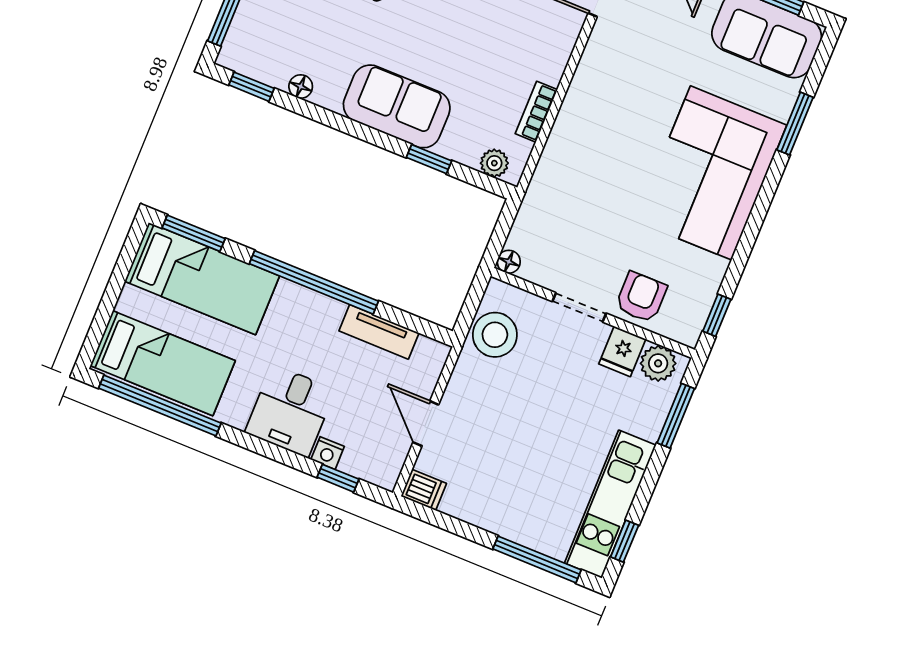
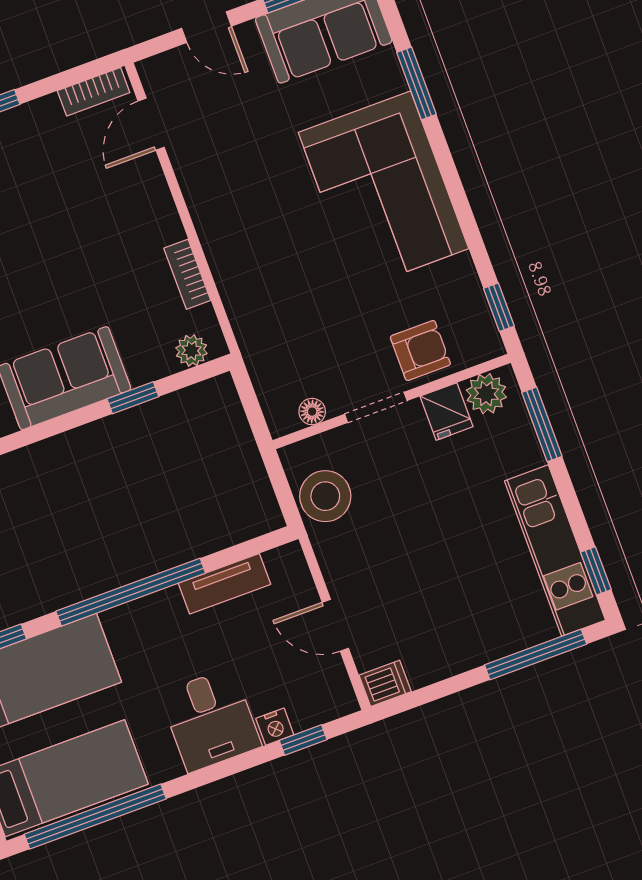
floor lamp: (509, 262) -> (312, 412), moved
armchair: (641, 297) -> (420, 351), turned 90

